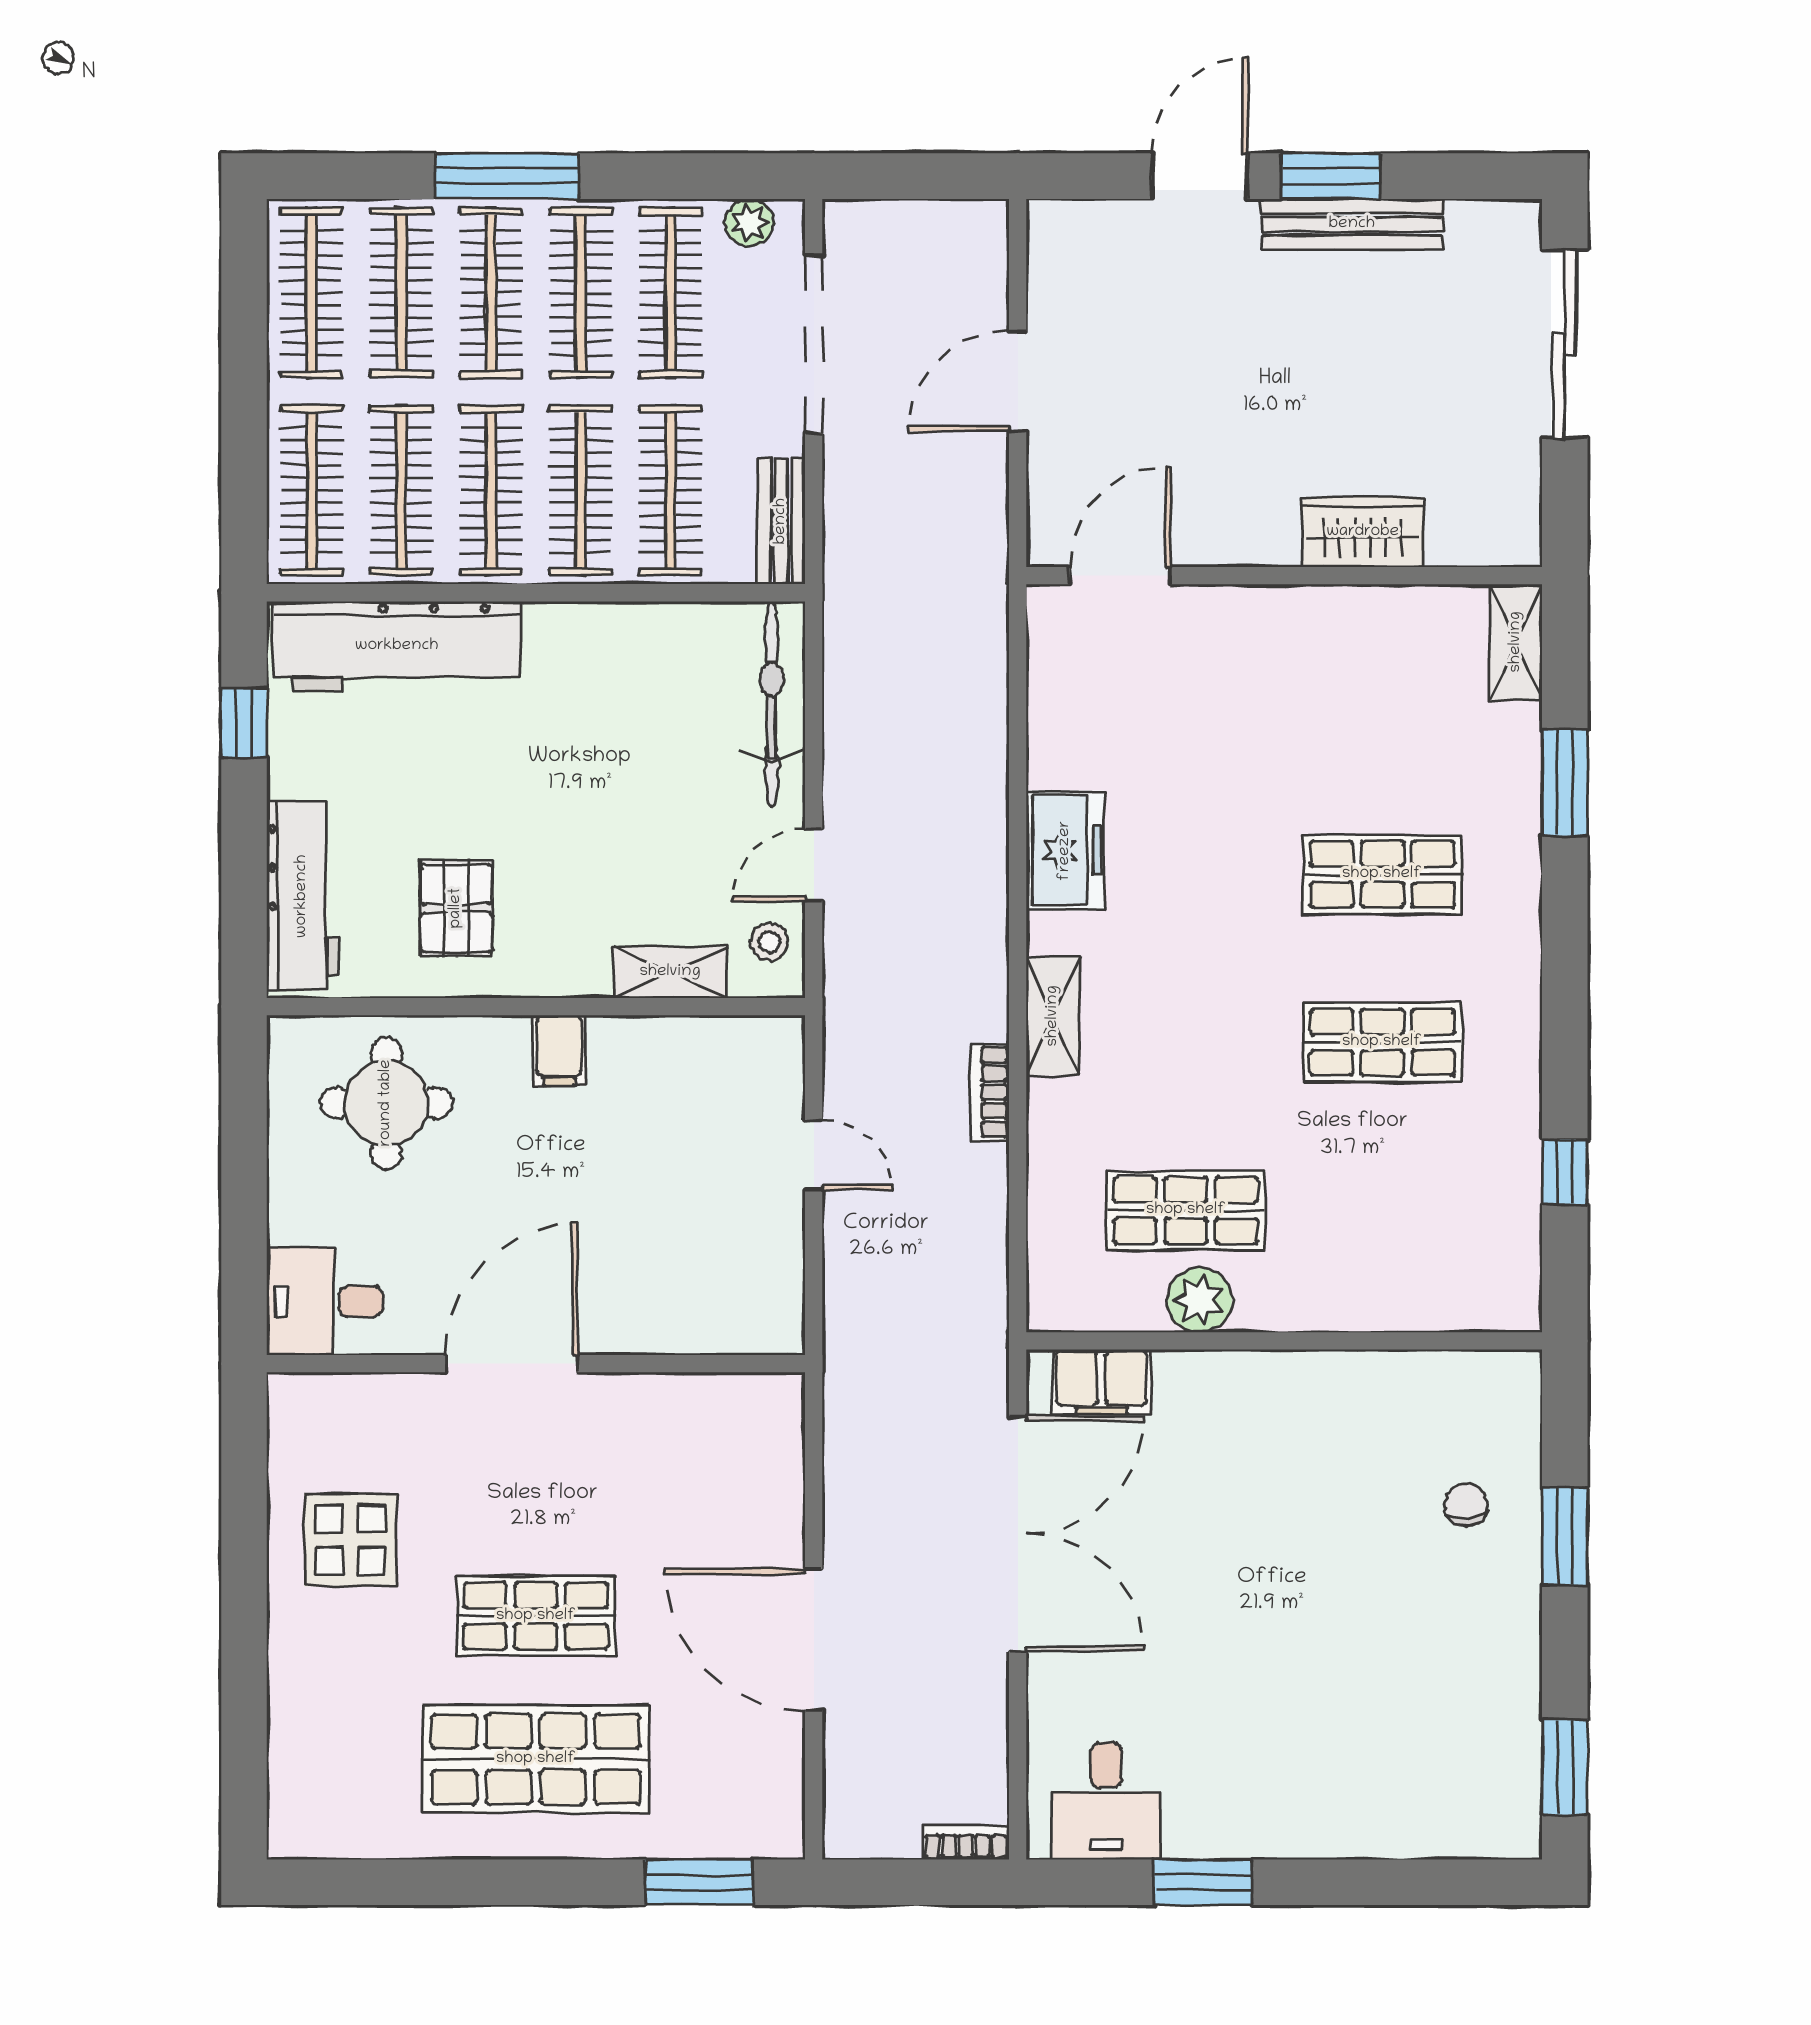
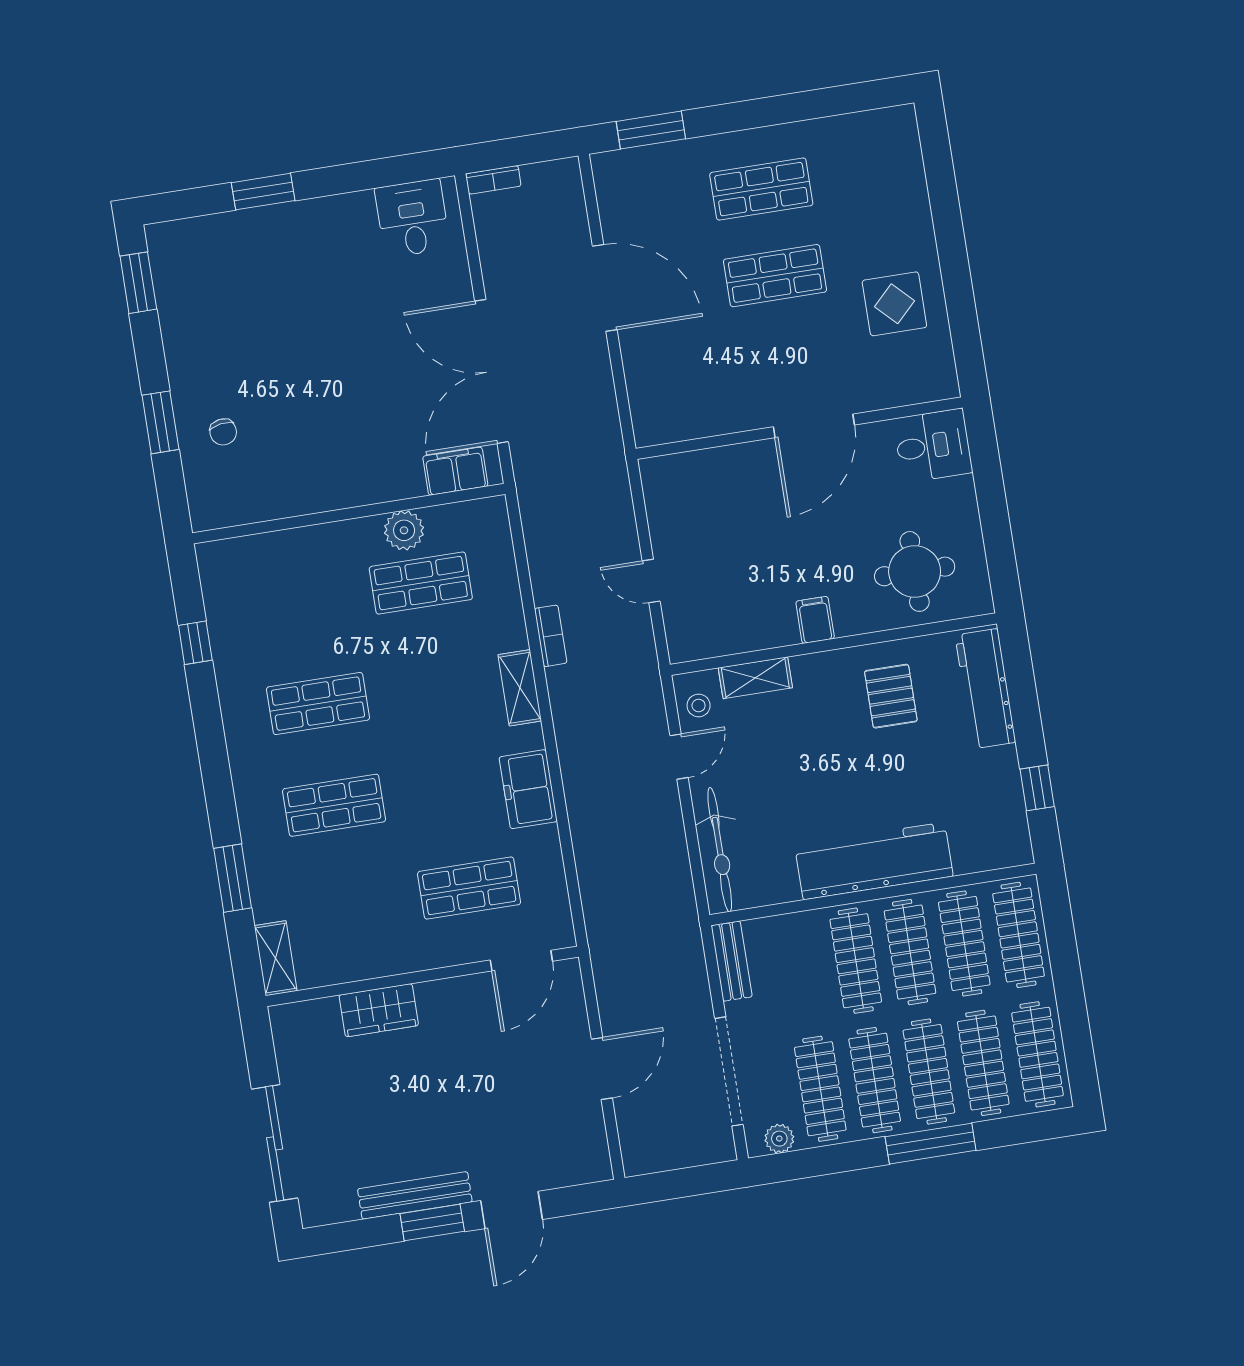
clothes rail: (671, 490) -> (801, 969), removed
workbench: (397, 646) -> (874, 861), moved
shop shelf: (1186, 706) -> (469, 888), added
shop shelf: (536, 1759) -> (761, 189), width x0.70, depth x0.74
window: (1203, 1882) -> (263, 192), moved

